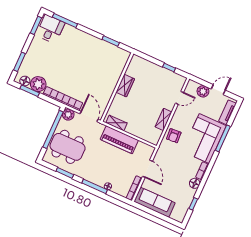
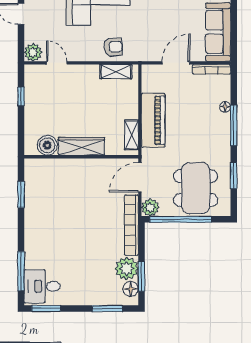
boiler: (133, 70) -> (47, 145), added
wardrobe: (125, 86) -> (81, 146), width x1.50
plant: (203, 91) -> (33, 52), moved
shelving: (163, 119) -> (116, 72), moved

